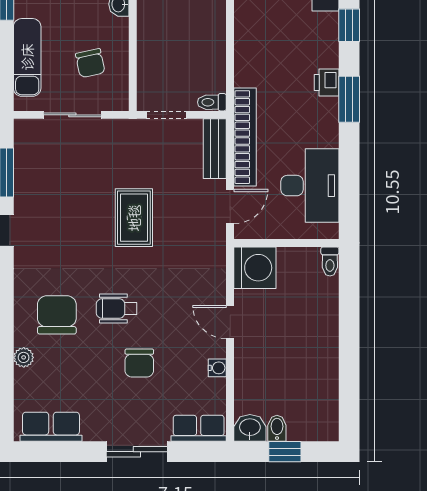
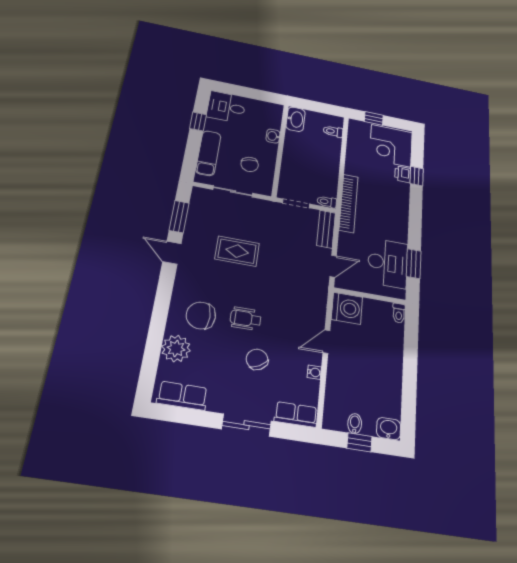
printer: (327, 83) -> (403, 174), moved
window: (349, 99) -> (414, 264), moved
bookcase: (245, 137) -> (349, 203), moved
rug: (134, 218) -> (237, 251), moved, turned 90
chair: (57, 315) -> (201, 316), turned -90
door: (230, 322) -> (326, 342), hinge flipped
plant: (24, 357) -> (176, 349), width x1.88, depth x1.88
chair: (139, 363) -> (257, 359), turned 150
washbasin: (250, 428) -> (389, 429), moved

